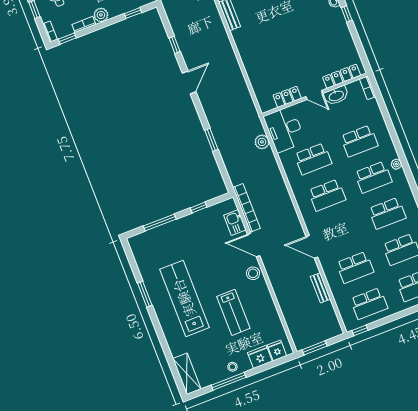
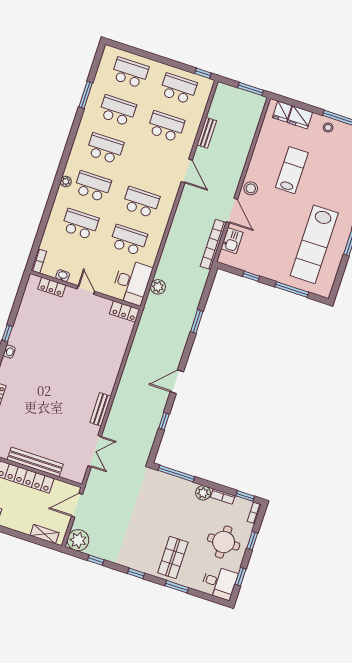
window: (133, 13) -> (176, 473), width x2.17
locker: (342, 76) -> (52, 287), width x0.66
washbasin: (336, 96) -> (63, 276), width x0.52, depth x0.69
locker: (287, 97) -> (125, 312), moved
lab bench: (184, 298) -> (314, 244), moved

